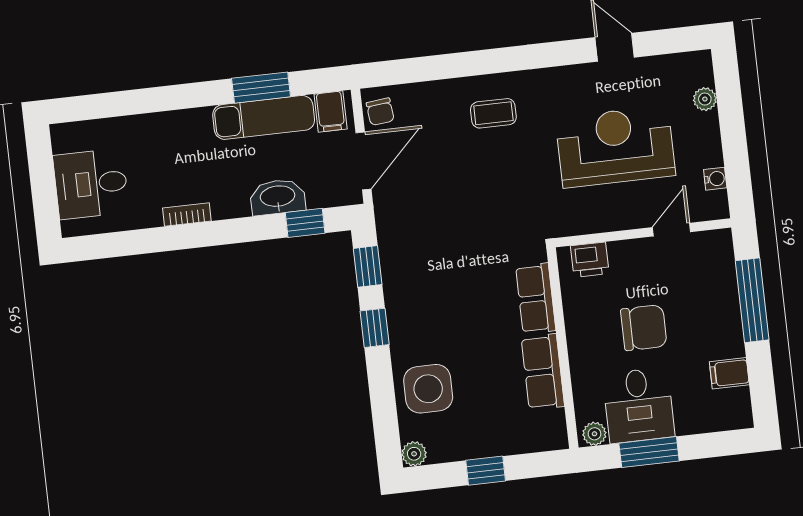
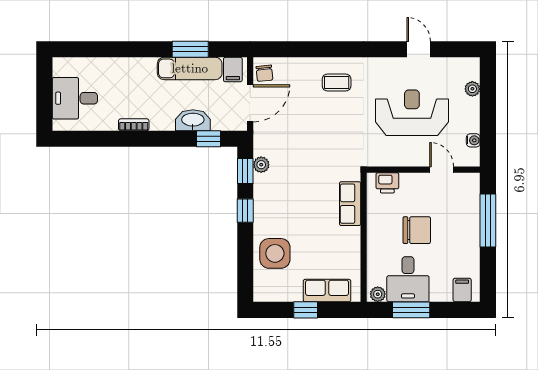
door: (671, 230) -> (442, 170), hinge flipped
row of seats: (543, 372) -> (327, 291), moved, turned 90
filing cabinet: (729, 373) -> (462, 290), moved, turned 90
plant: (414, 454) -> (261, 165), moved

